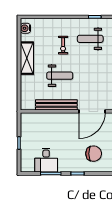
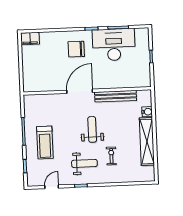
water cooler: (25, 28) -> (147, 112), moved
shelving: (27, 58) -> (147, 142), width x1.47
weight bench: (60, 76) -> (92, 129), moved, turned 90
desk: (46, 160) -> (114, 45), width x1.87, depth x1.30

